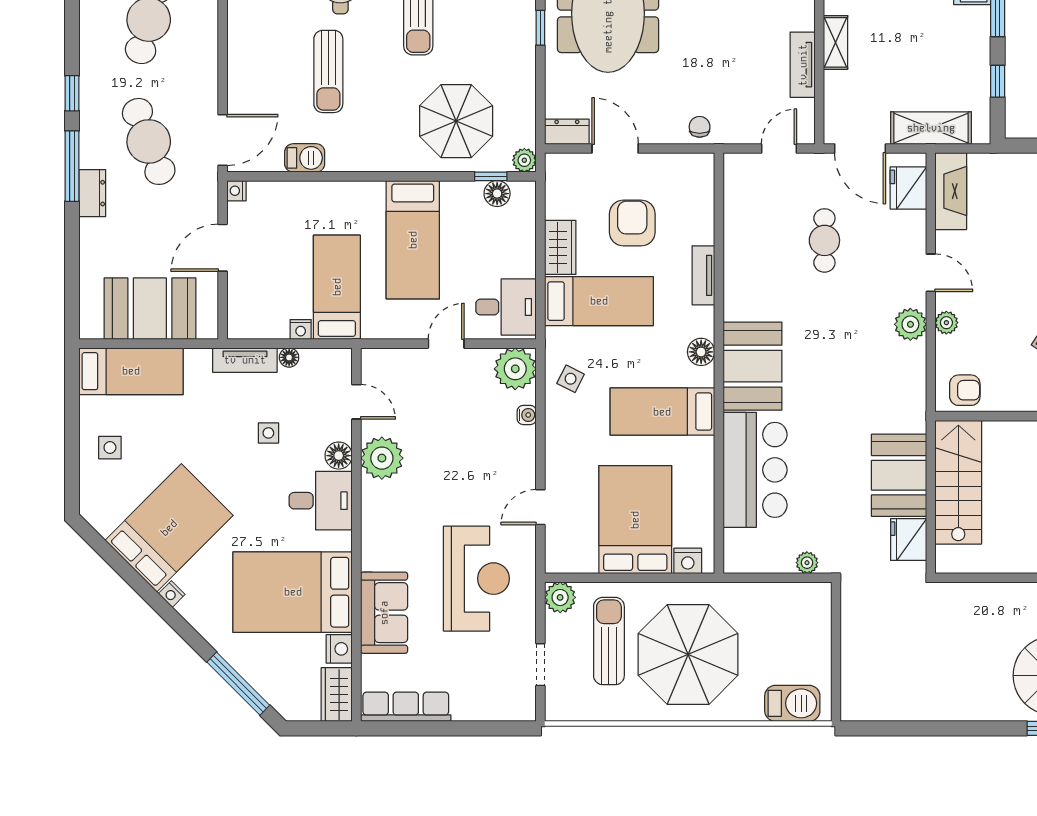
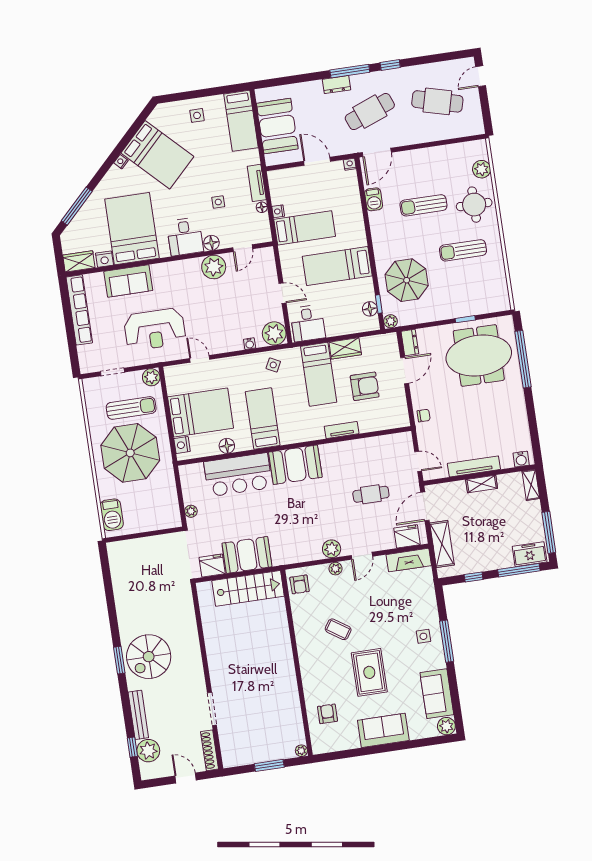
tv unit: (803, 65) -> (474, 466), width x1.41
door: (223, 140) -> (377, 152), hinge flipped
floor lamp: (701, 352) -> (227, 446), moved
row of seats: (406, 707) -> (79, 310), width x1.36

